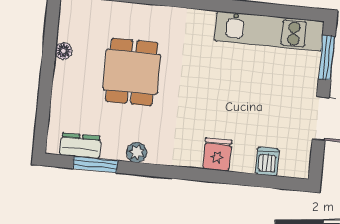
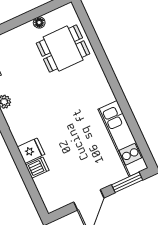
dining table: (132, 72) -> (63, 49), moved
dishwasher: (267, 161) -> (37, 168), moved

